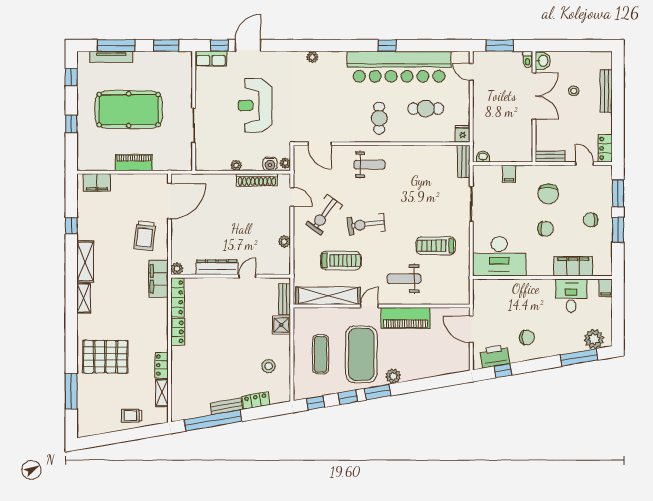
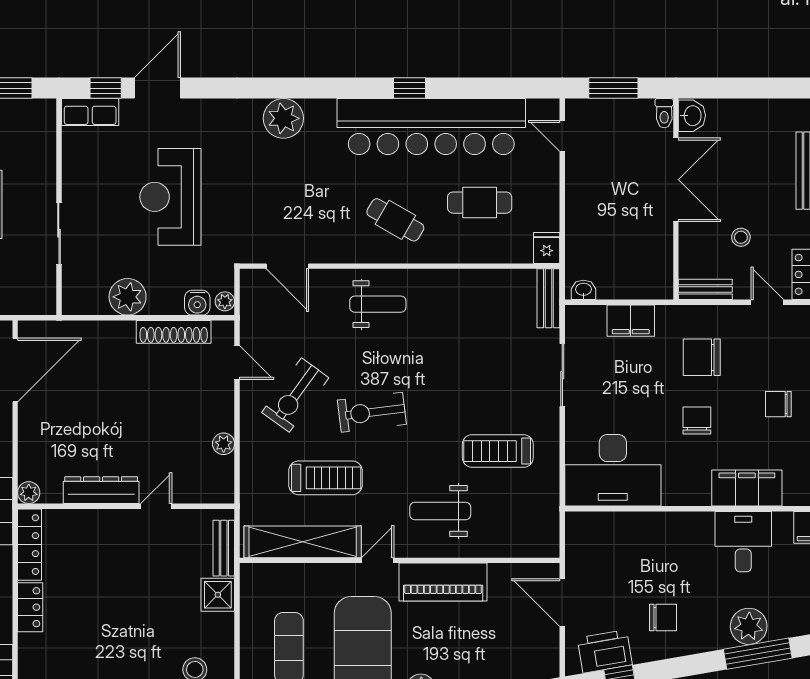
plant: (312, 57) -> (283, 118), width x1.87, depth x1.87
stool: (574, 91) -> (741, 237), moved
cafe table: (379, 118) -> (395, 220), turned -60
plant: (236, 165) -> (128, 297), width x1.87, depth x1.87
filing cabinet: (509, 174) -> (631, 321), width x2.00
chair: (548, 194) -> (702, 357), turned 90
chair: (546, 229) -> (697, 420), turned -90
plant: (594, 339) -> (749, 626), moved

